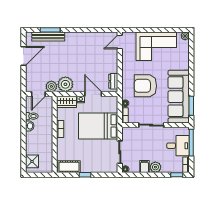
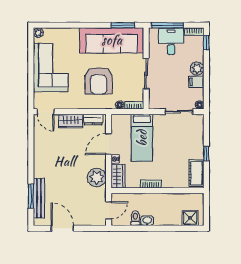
wardrobe: (112, 63) -> (71, 121), added
plant: (51, 86) -> (99, 195), removed
door: (38, 94) -> (109, 210), hinge flipped
bed: (98, 126) -> (142, 138), width x0.67

